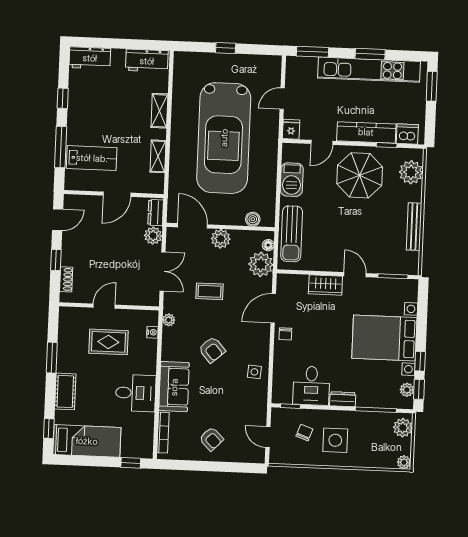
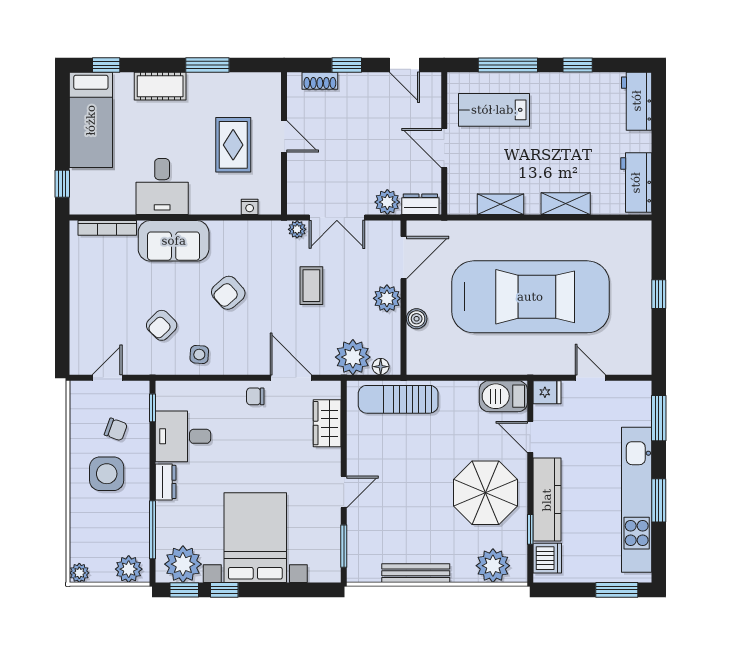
car: (224, 138) -> (530, 297), turned 180
lab bench: (92, 158) -> (494, 110), turned 90
barbecue: (292, 180) -> (503, 396), moved
boiler: (253, 219) -> (417, 319), moved
wardrobe: (325, 285) -> (327, 423), moved
plant: (169, 320) -> (297, 229), moved
plant: (407, 390) -> (183, 564), width x1.88, depth x1.88
armchair: (211, 439) -> (162, 325), moved

